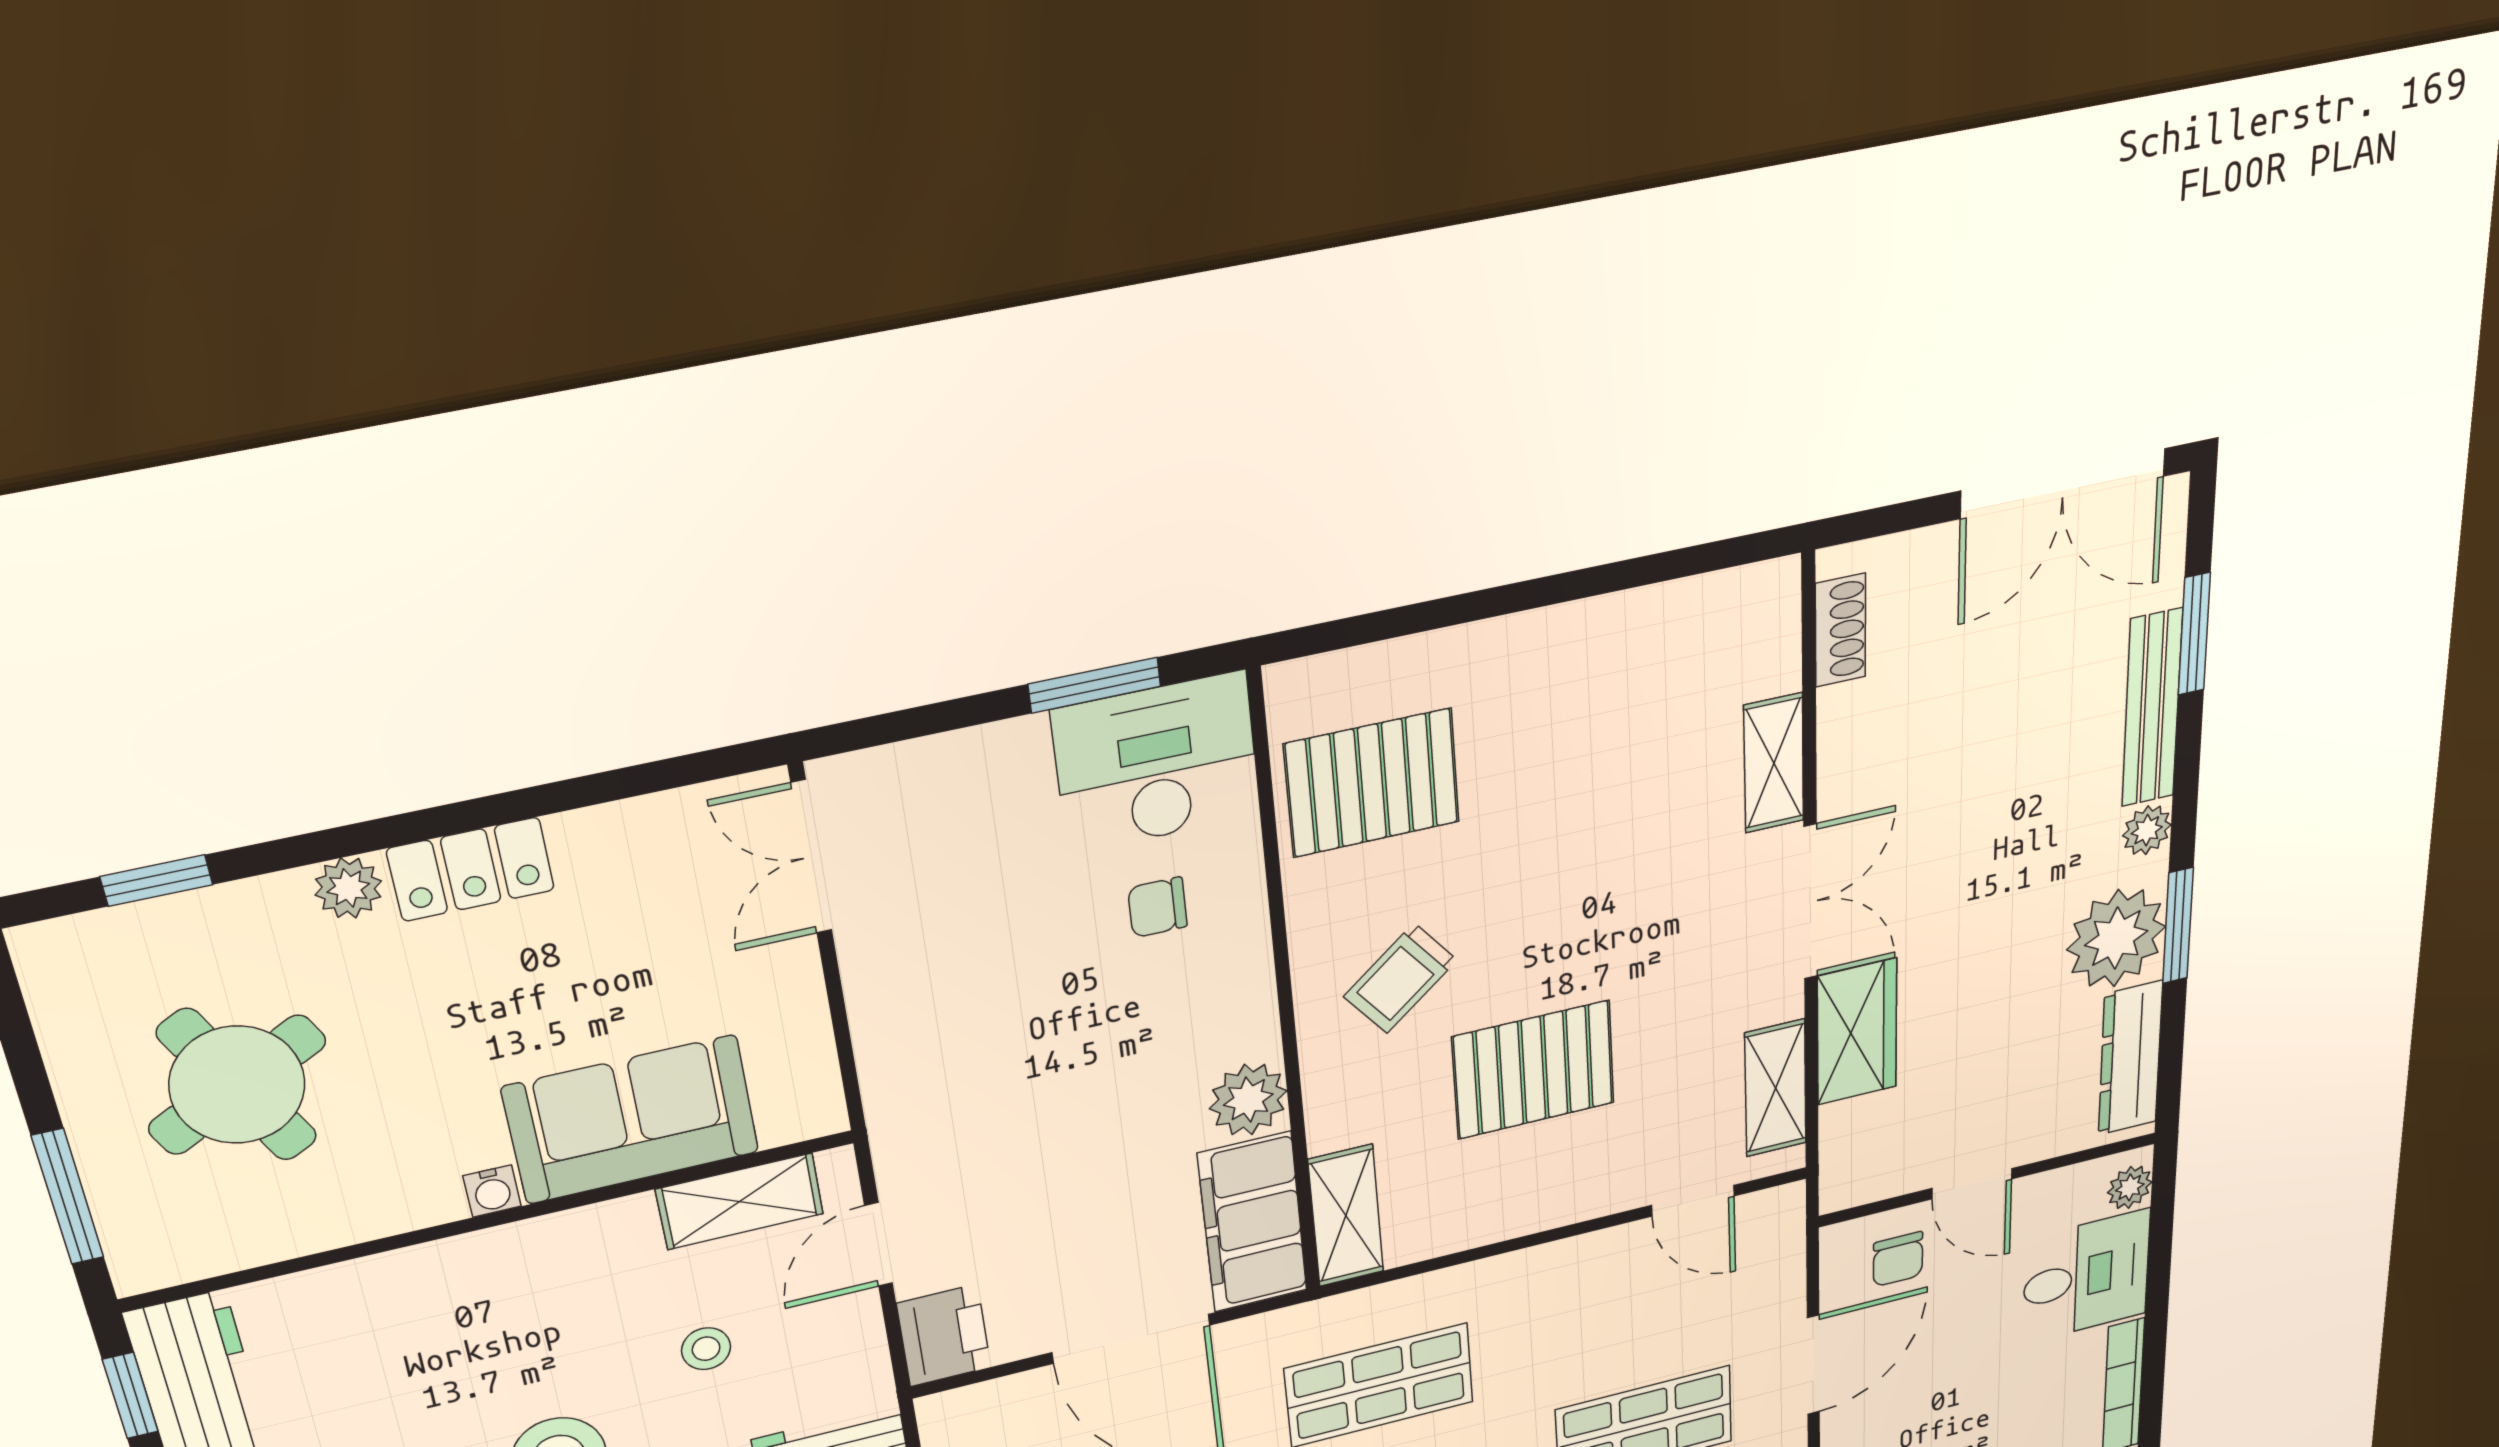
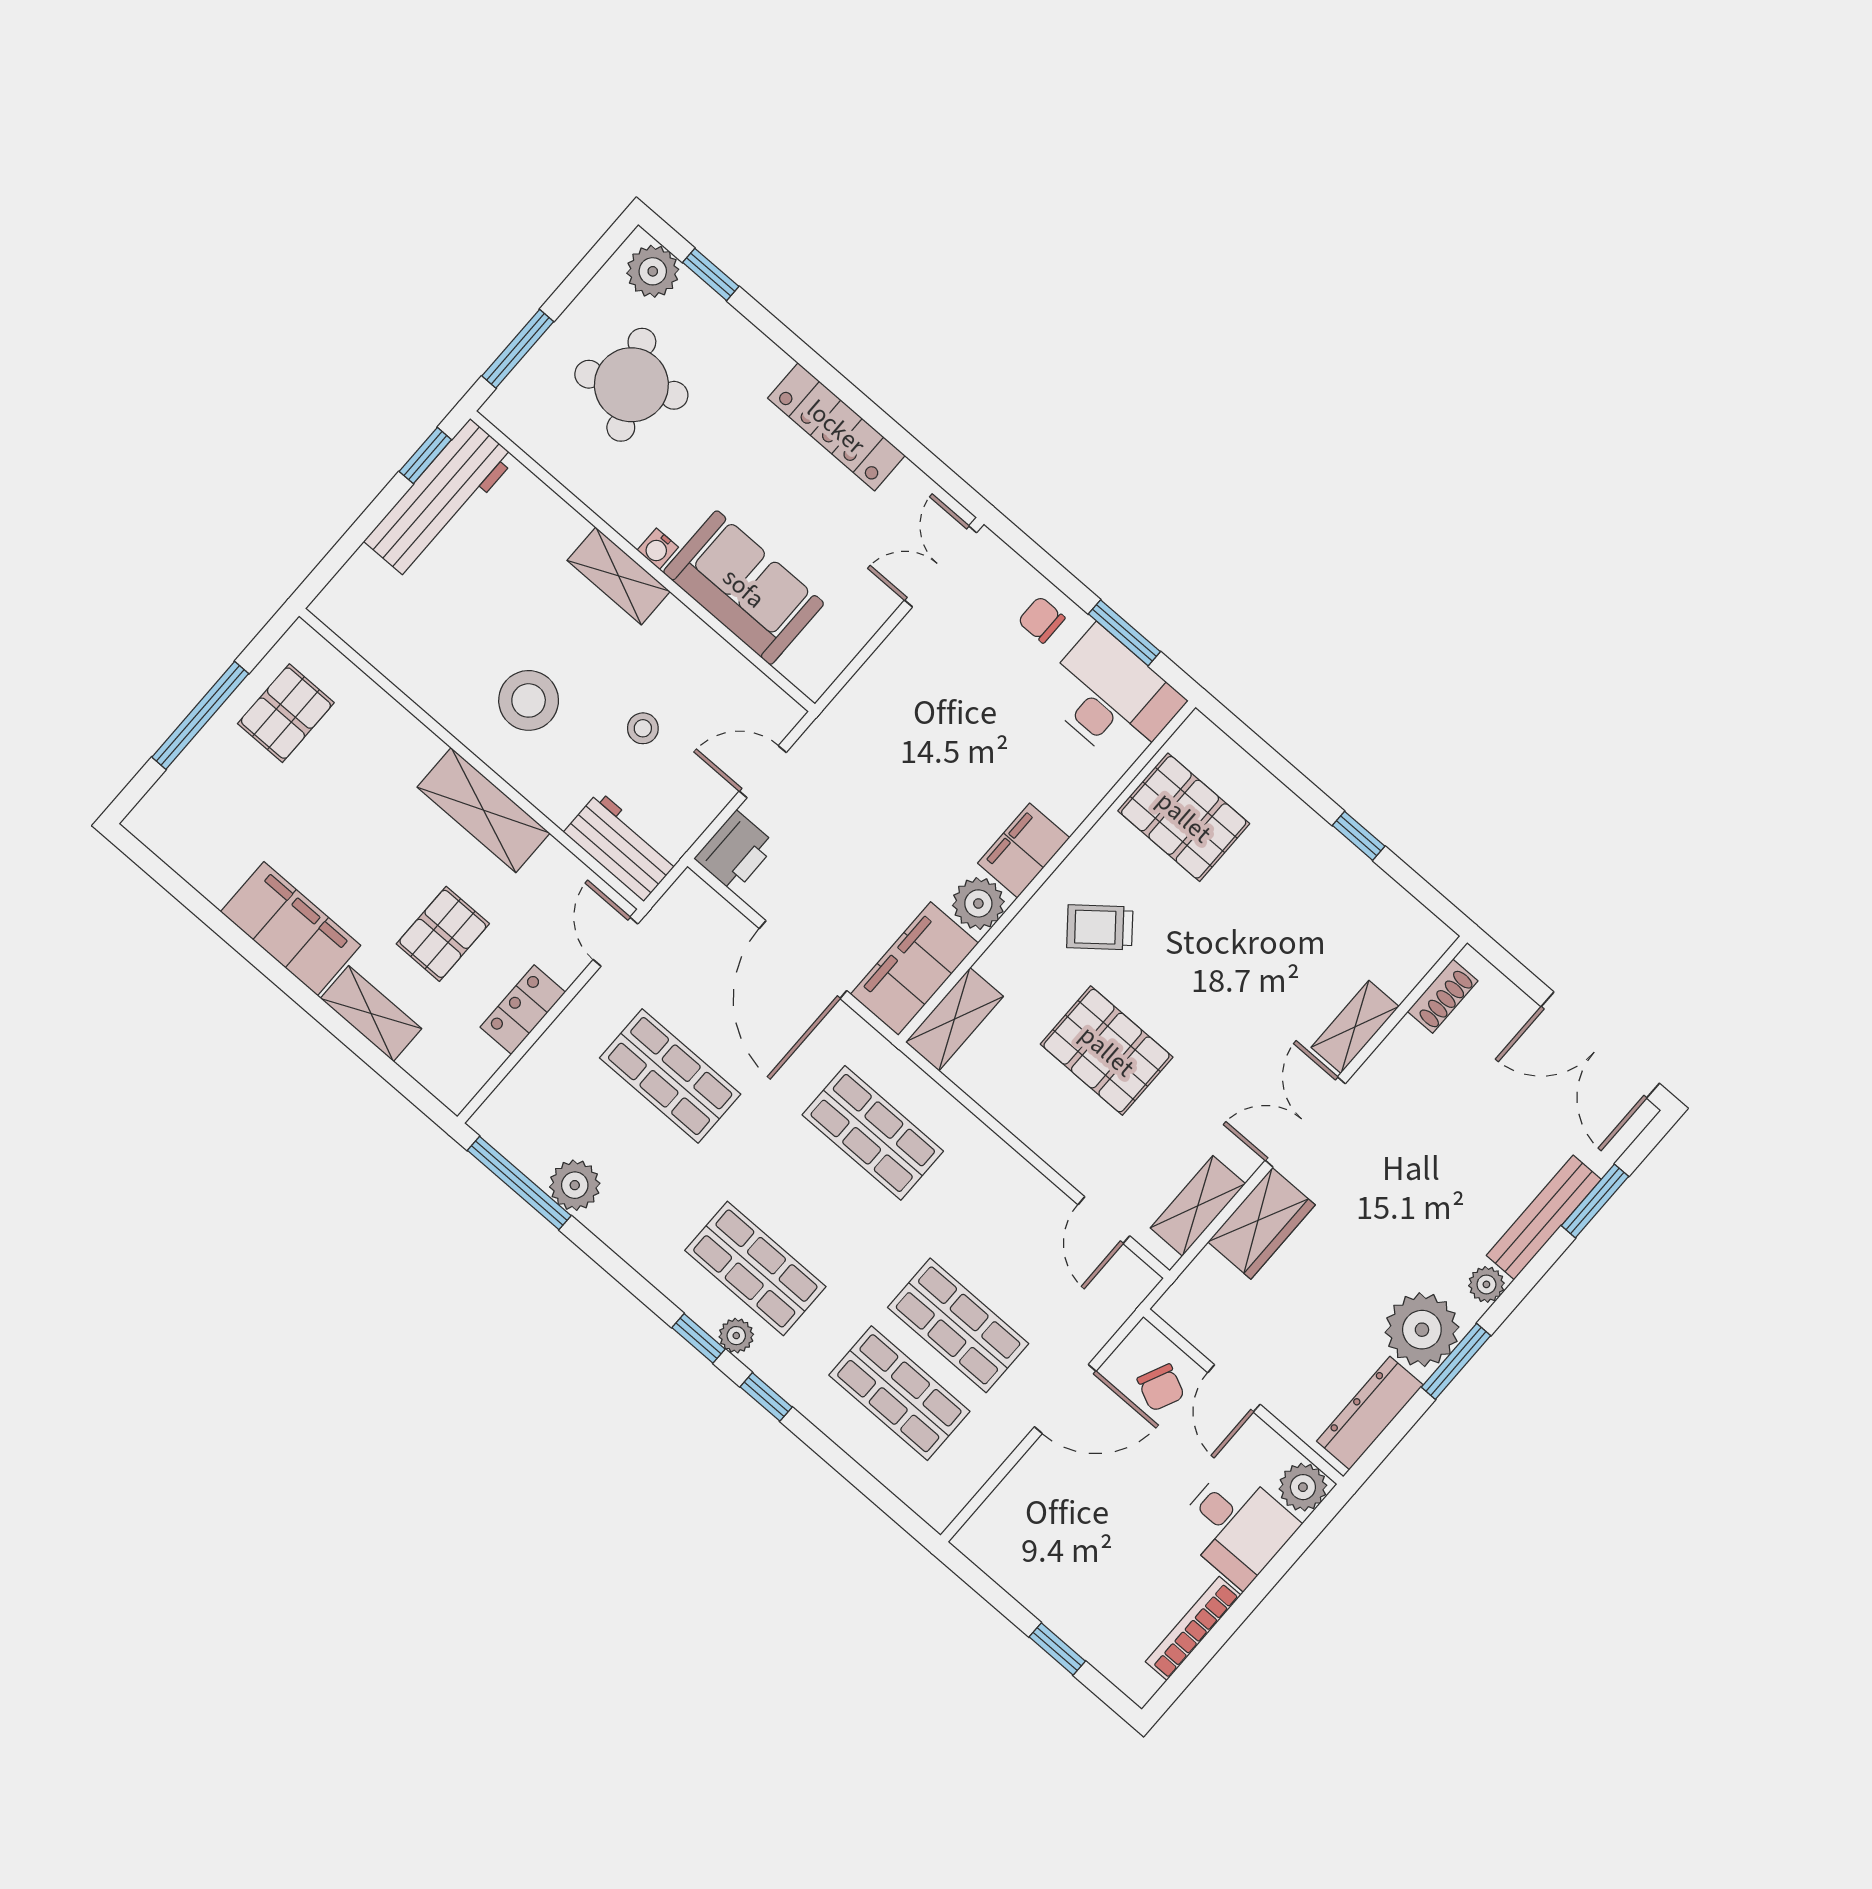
window: (1585, 583) -> (1359, 836), added
locker: (471, 869) -> (836, 427), width x1.53
plant: (348, 888) -> (653, 271), moved, width x1.38, depth x1.38
double door: (1810, 902) -> (1305, 1122), swing flipped
chair: (1158, 907) -> (1041, 620), moved
filing cabinet: (1237, 1004) -> (1024, 850), added
plant: (2130, 1187) -> (1303, 1487), width x1.38, depth x1.38
shelving: (740, 1201) -> (619, 576), moved
chair: (1898, 1259) -> (1161, 1388), turned -65

